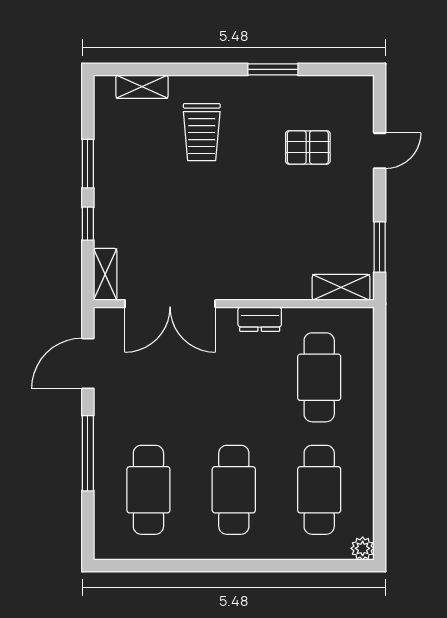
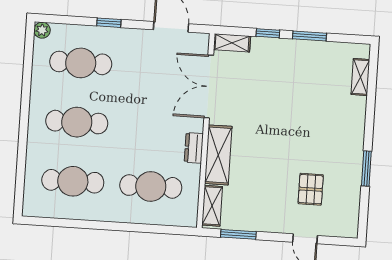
trolley: (202, 132) -> (326, 116), removed
shelving: (268, 283) -> (218, 155), added
window: (88, 453) -> (109, 23), width x0.46
plant: (363, 548) -> (42, 30), moved

